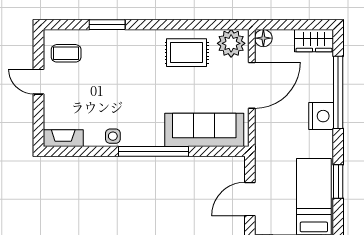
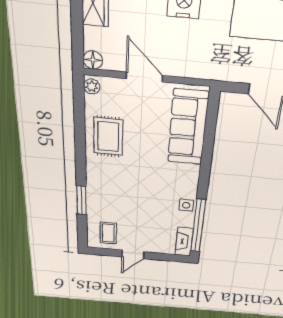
plant: (231, 43) -> (92, 86), width x0.53, depth x0.53
door: (252, 85) -> (144, 77), width x0.73
window: (153, 151) -> (198, 226), moved

